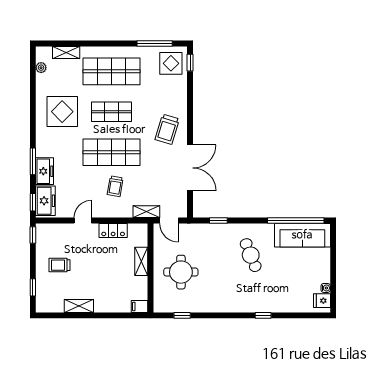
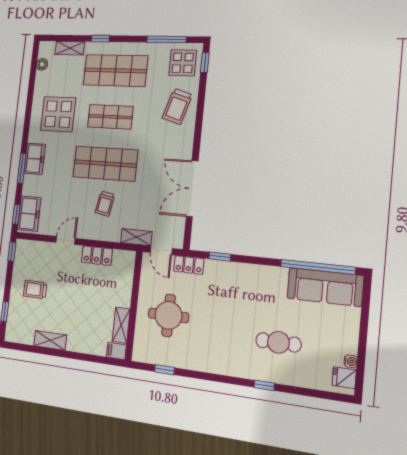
window: (94, 43) -> (100, 39), added
trolley: (167, 129) -> (177, 106), moved
double door: (190, 168) -> (192, 189), swing flipped
freezer: (45, 171) -> (35, 159), moved
locker: (194, 230) -> (189, 265), added
cafe table: (251, 255) -> (278, 342), moved, turned -68
shelving: (141, 261) -> (121, 325), moved

